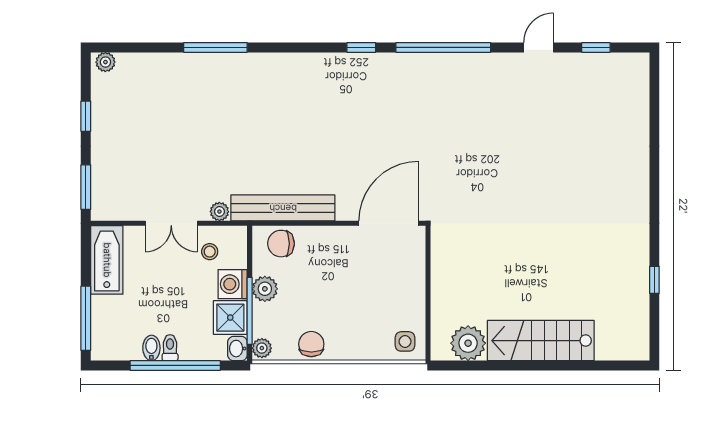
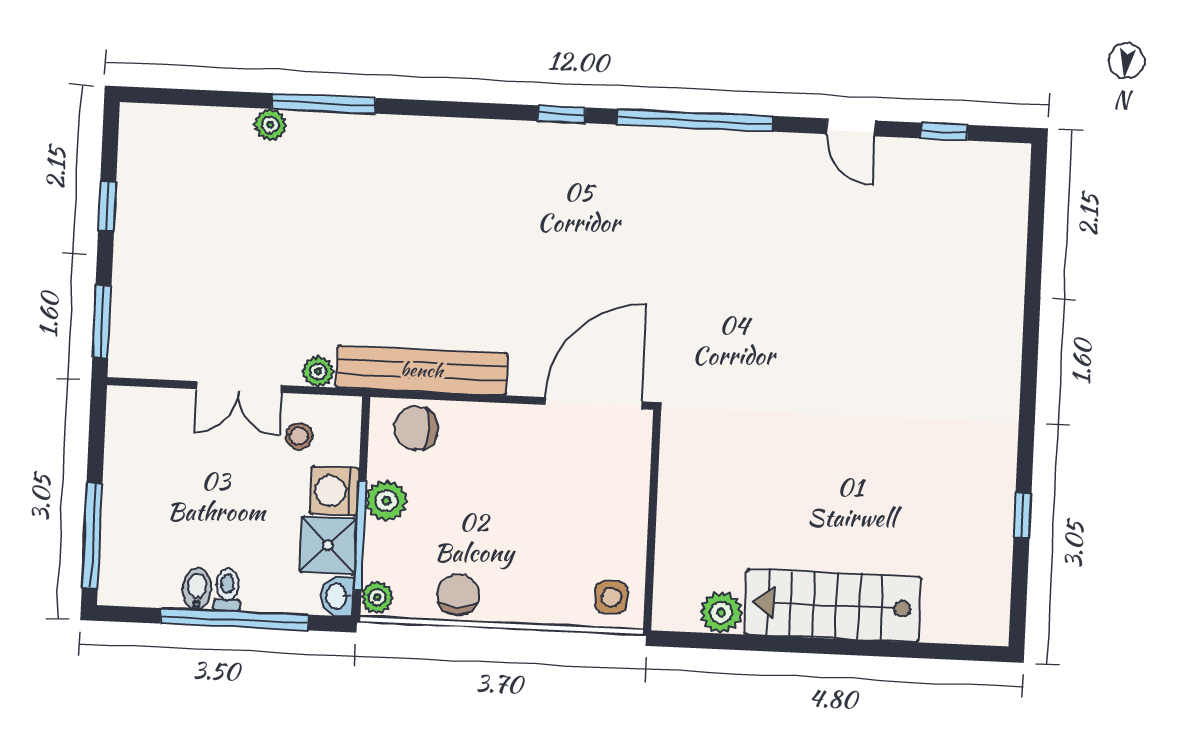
door: (539, 47) -> (851, 127), swing flipped
plant: (105, 62) -> (270, 125), moved
bathtub: (107, 260) -> (131, 442), removed
plant: (468, 343) -> (721, 612), width x0.73, depth x0.73

